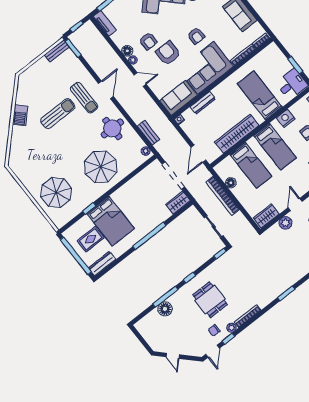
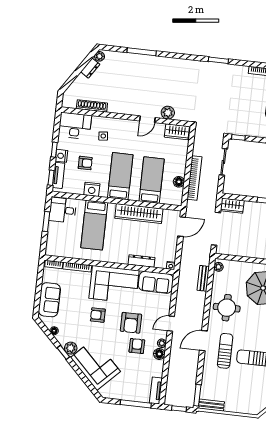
armchair: (196, 36) -> (98, 315), turned -90
door: (140, 80) -> (171, 324), hinge flipped

